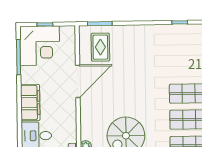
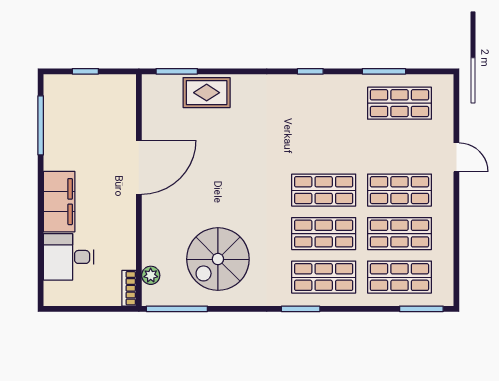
corner desk: (40, 46) -> (76, 107), removed
rug: (100, 47) -> (207, 93), moved, turned 90

